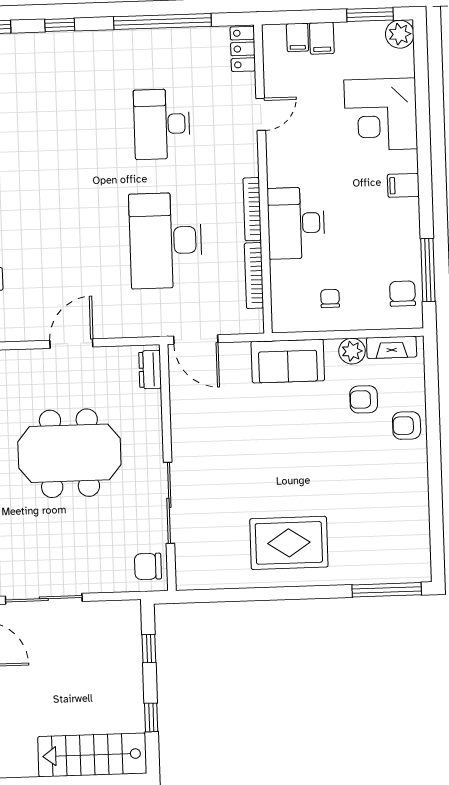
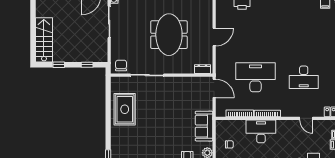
desk: (162, 124) -> (304, 77), turned 180
door: (196, 339) -> (214, 88), swing flipped
door: (71, 344) -> (214, 37), hinge flipped
rug: (289, 543) -> (125, 109), moved

